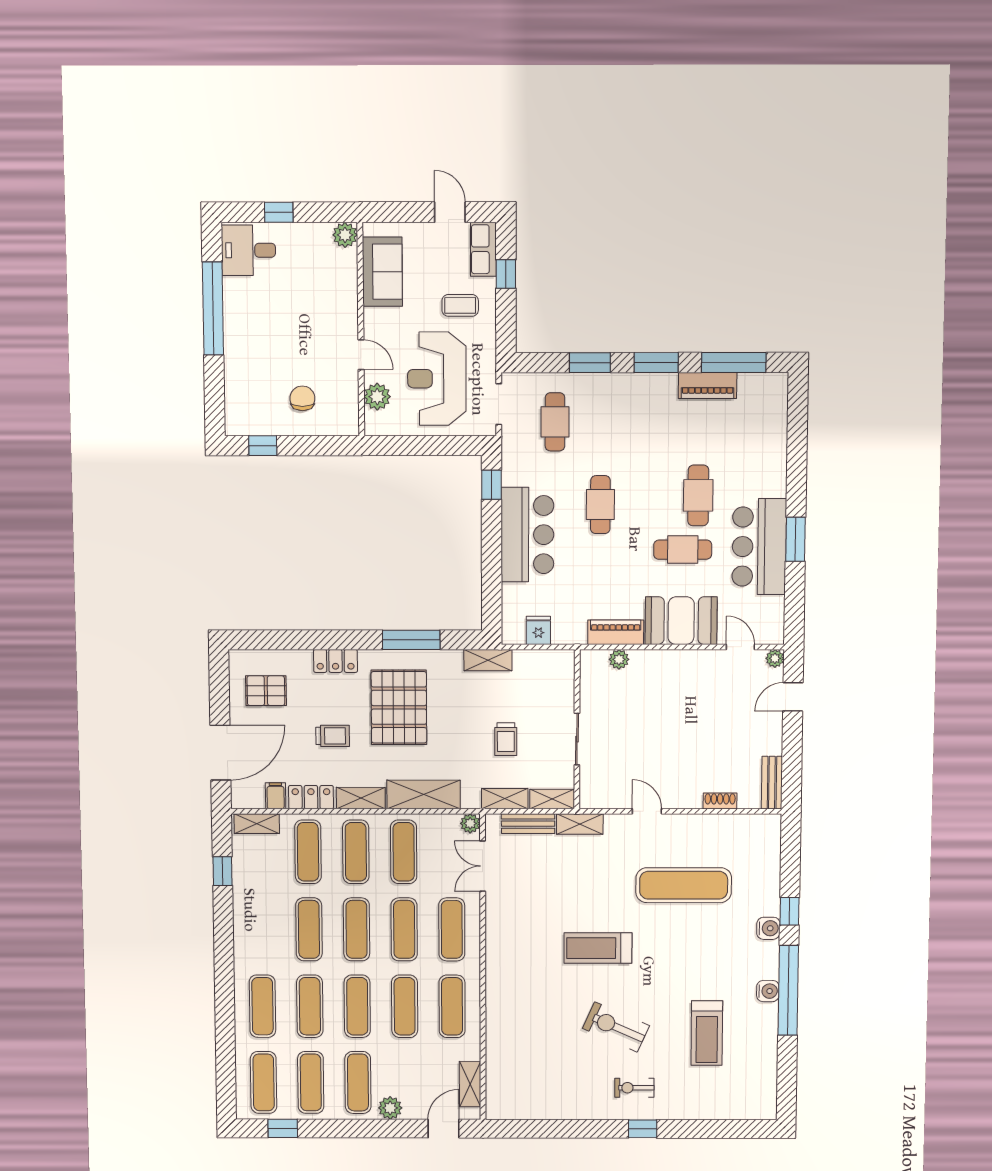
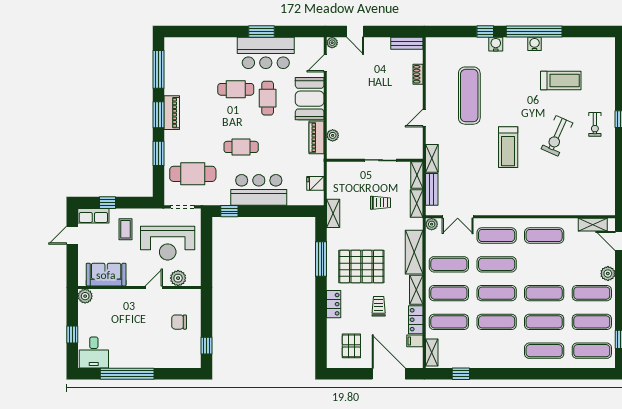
piano: (708, 385) -> (172, 113), moved
cafe table: (555, 422) -> (193, 174), width x1.37, depth x1.35
exercise mat: (405, 1006) -> (544, 264), removed

